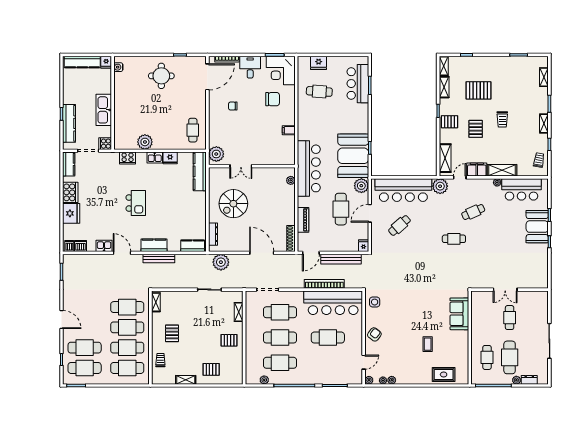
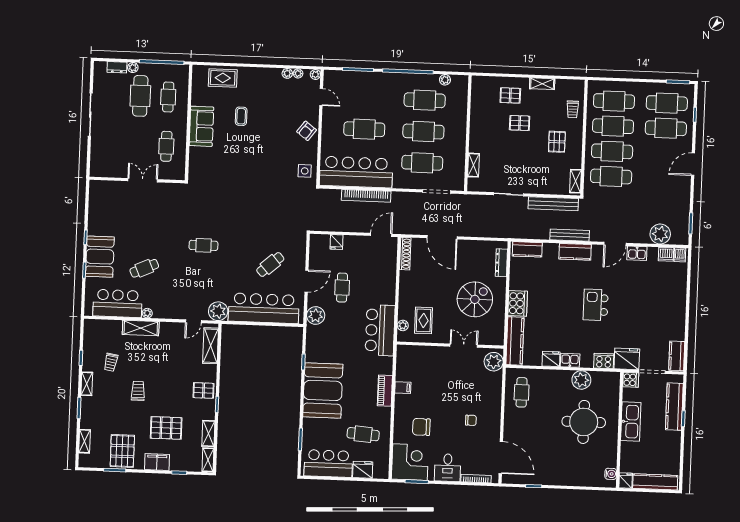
round table: (161, 76) -> (584, 422), moved, width x1.36, depth x1.36
door: (207, 77) -> (501, 458), swing flipped
bar counter: (358, 84) -> (328, 464), moved, turned -90
pallet: (476, 129) -> (122, 451), moved, width x1.50, depth x1.42
booth: (353, 156) -> (323, 390), moved
trolley: (539, 160) -> (111, 362), moved
bar counter: (309, 168) -> (380, 330), width x0.73
filing cabinet: (477, 169) -> (157, 462), moved, turned 180
rug: (274, 185) -> (423, 320), added
cooker: (70, 192) -> (518, 303), moved, turned 180
cafe table: (341, 209) -> (342, 288), width x0.73, depth x0.74
cafe table: (473, 212) -> (144, 268), moved
fridge: (71, 213) -> (627, 359), moved, turned 90
piano: (303, 220) -> (385, 391), moved
fridge: (364, 246) -> (337, 242), moved
door: (122, 253) -> (615, 244), hinge flipped
bench: (341, 259) -> (553, 204), moved
plant: (221, 262) -> (660, 234), moved
sofa: (459, 314) -> (201, 126), moved
cafe table: (510, 318) -> (166, 146), moved
door: (62, 320) -> (693, 164), hinge flipped
pallet: (229, 340) -> (520, 123), moved
door: (364, 362) -> (321, 97), swing flipped

